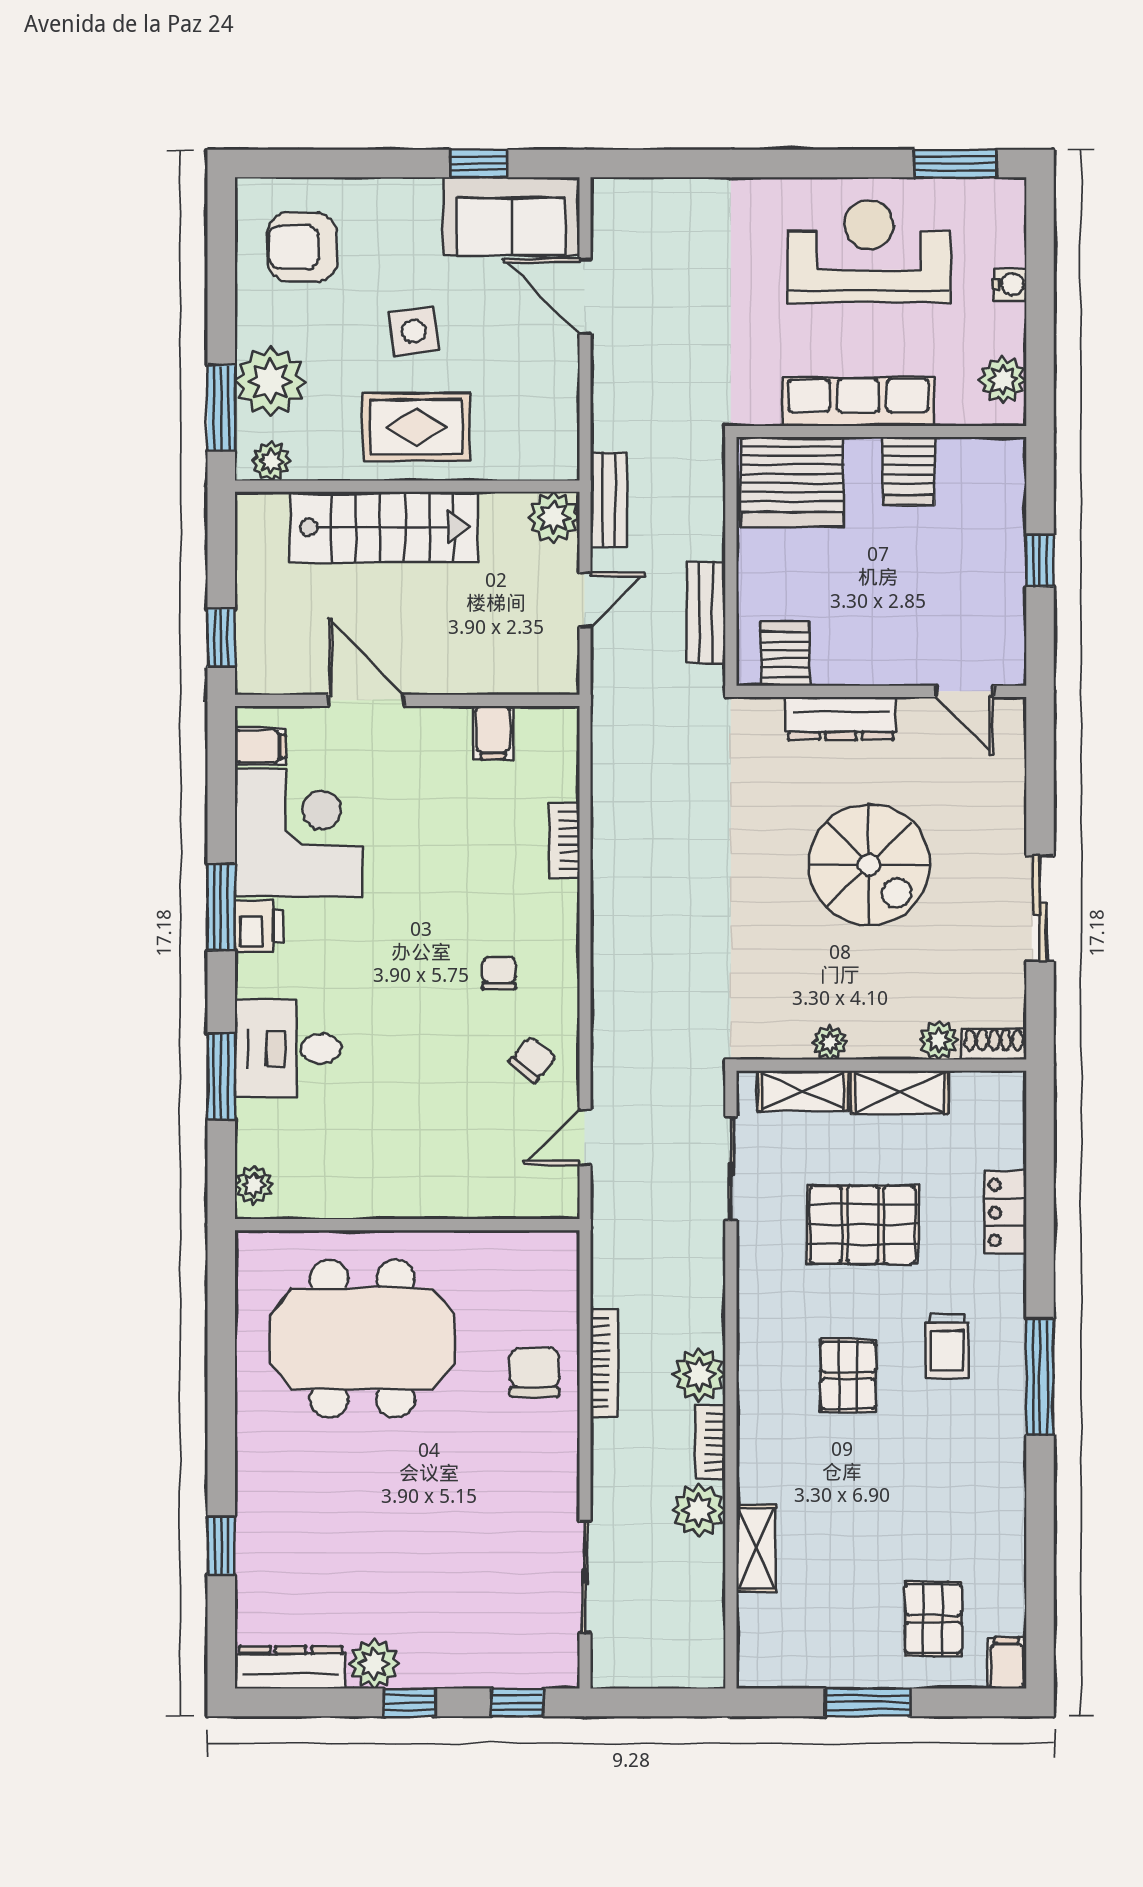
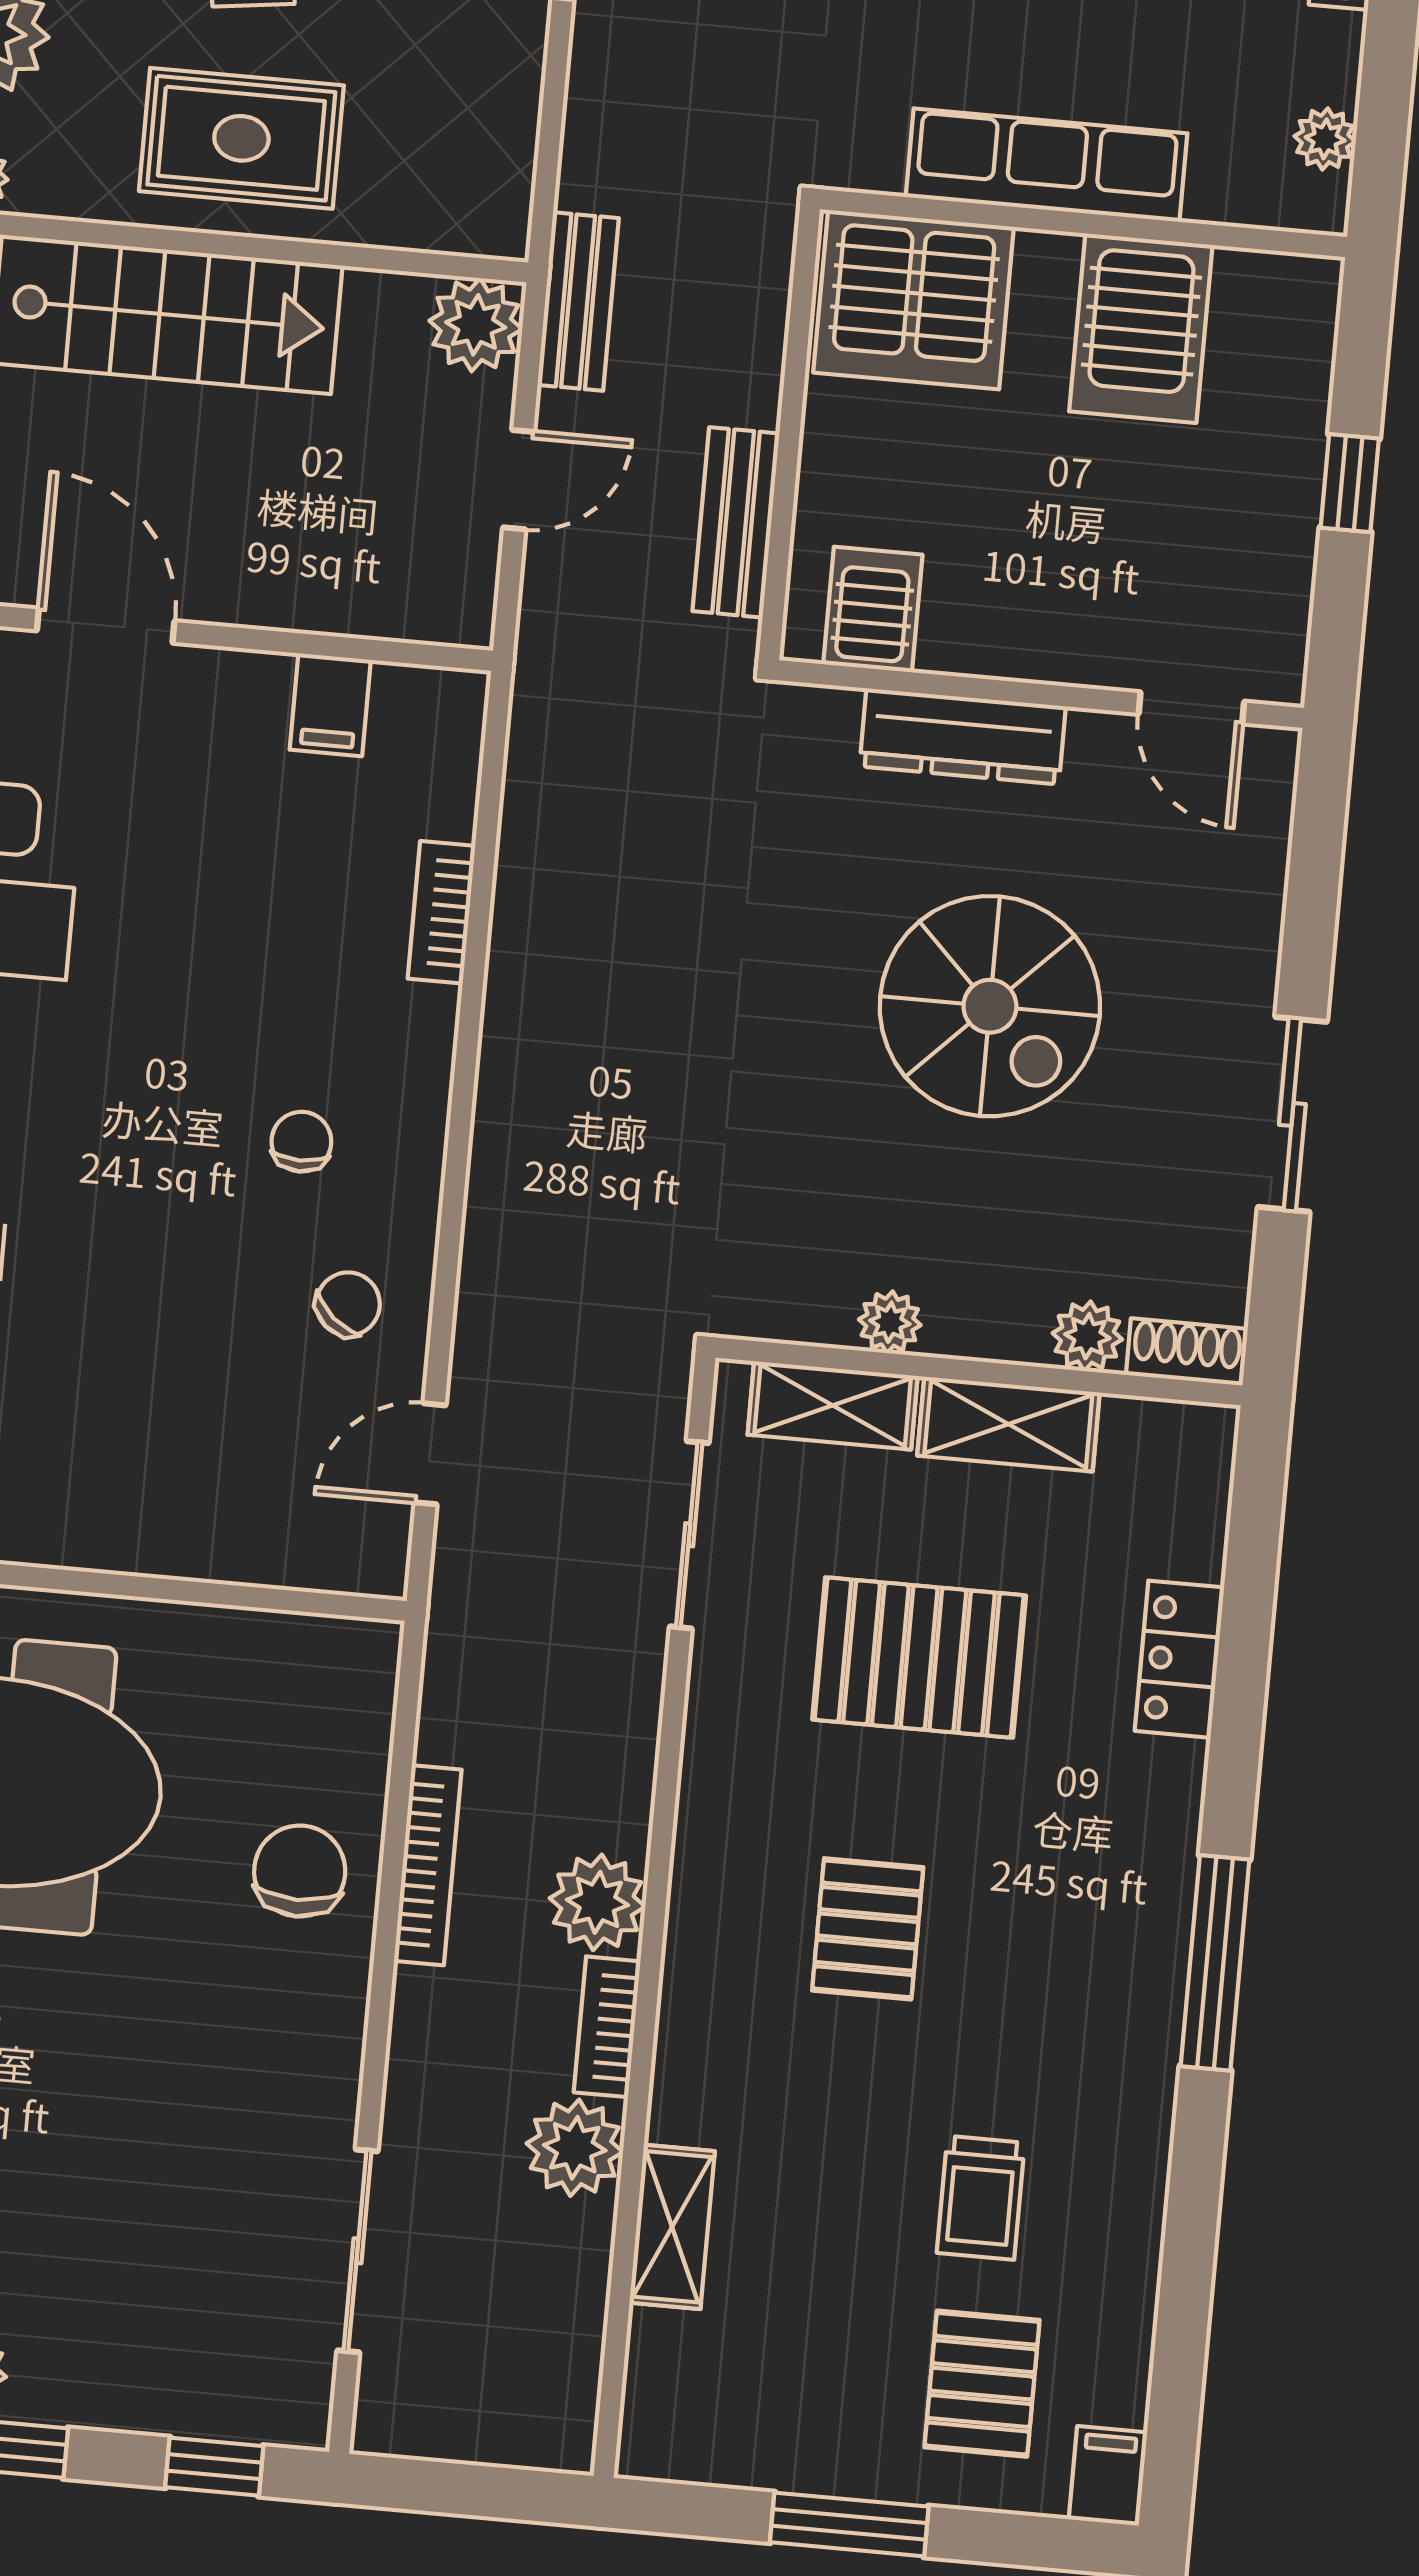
plant: (1003, 380) -> (1325, 139), width x0.73, depth x0.73
server rack: (909, 471) -> (1141, 328), width x1.36, depth x1.44
trolley: (947, 1346) -> (981, 2198), moved

